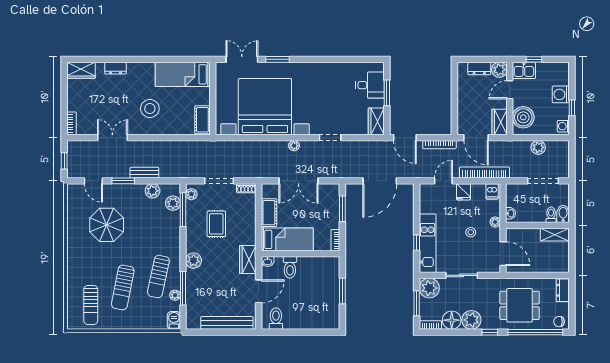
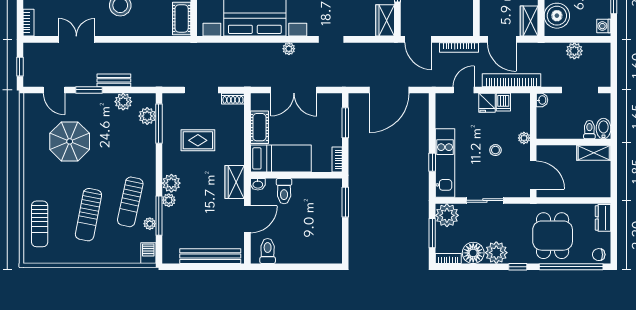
dishwasher: (492, 191) -> (503, 102), moved
plant: (191, 194) -> (169, 200), moved
washbasin: (510, 213) -> (542, 100), moved
rug: (216, 224) -> (198, 140), turned 90
window: (342, 291) -> (345, 202), moved
sun lounger: (91, 305) -> (40, 224), moved
dining table: (520, 305) -> (553, 236), turned 90

